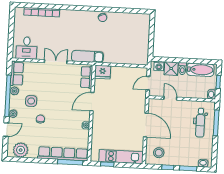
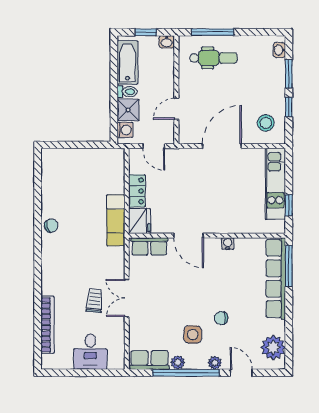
trolley: (55, 42) -> (95, 301), added
desk: (27, 48) -> (90, 352), moved, turned 90
exam couch: (87, 57) -> (116, 220), moved
locker: (121, 71) -> (137, 191), added

